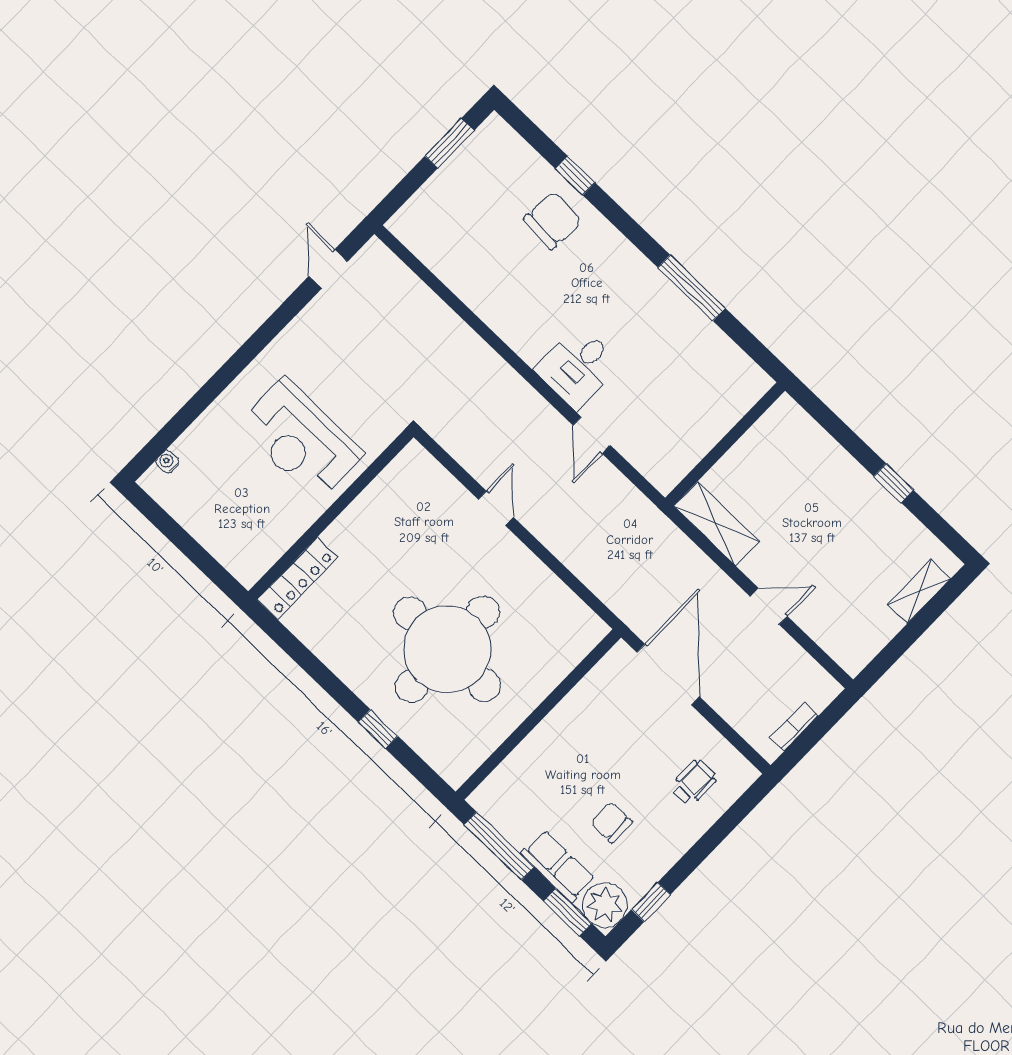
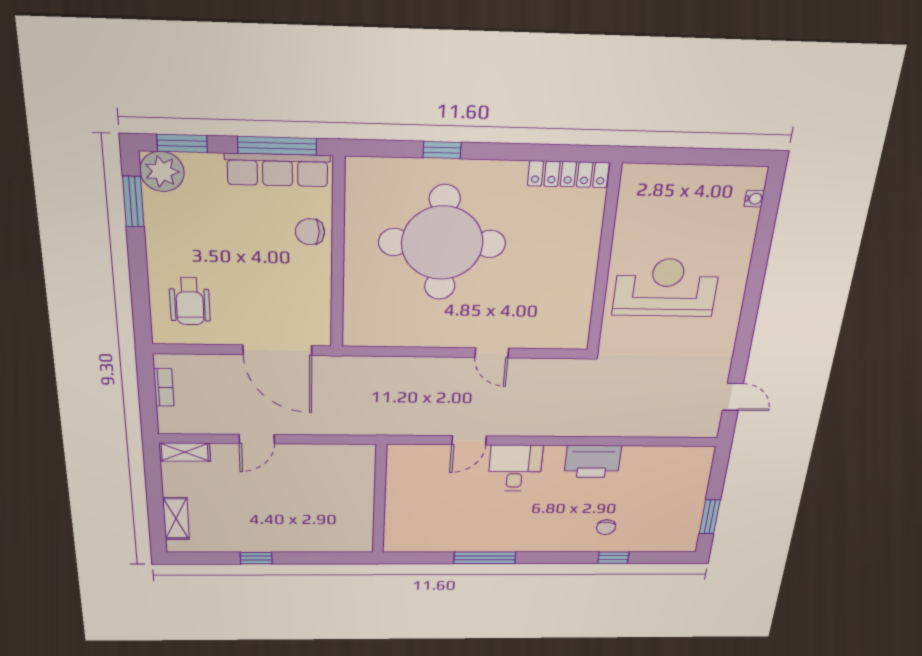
chair: (553, 220) -> (606, 527), width x0.54, depth x0.54
printer: (504, 310) -> (593, 461), added
door: (592, 435) -> (469, 440), swing flipped
shelving: (717, 524) -> (185, 452), moved, width x0.67, depth x0.75
locker: (298, 578) -> (568, 174), moved, turned -90
wheelchair: (694, 782) -> (190, 301), width x1.36, depth x1.37
chair: (612, 822) -> (310, 232), moved, turned 180
row of seats: (558, 866) -> (278, 170), moved, width x1.48
window: (651, 902) -> (133, 202), width x1.50

